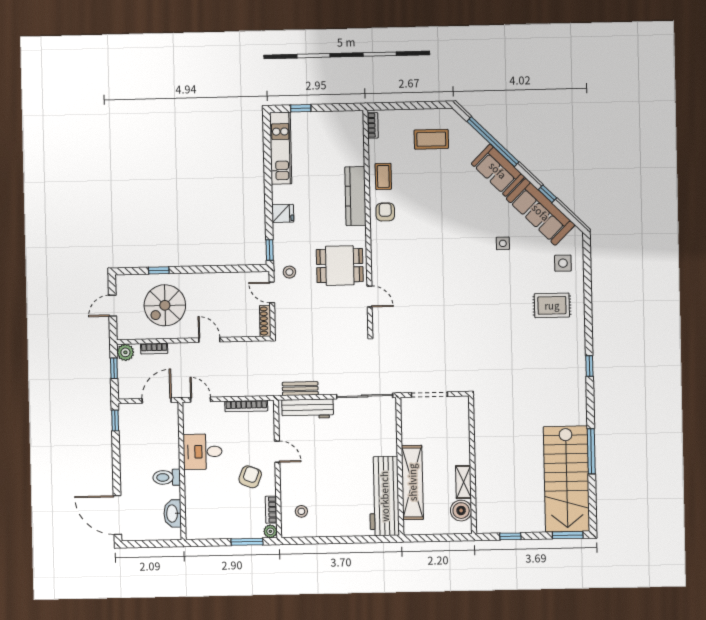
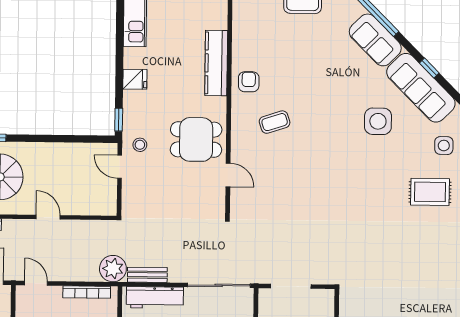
coffee table: (383, 176) -> (275, 122), moved, turned 72
side table: (503, 243) -> (378, 121), width x1.87, depth x1.87
shoe rack: (265, 321) -> (111, 198), removed
plant: (269, 384) -> (113, 269), added

